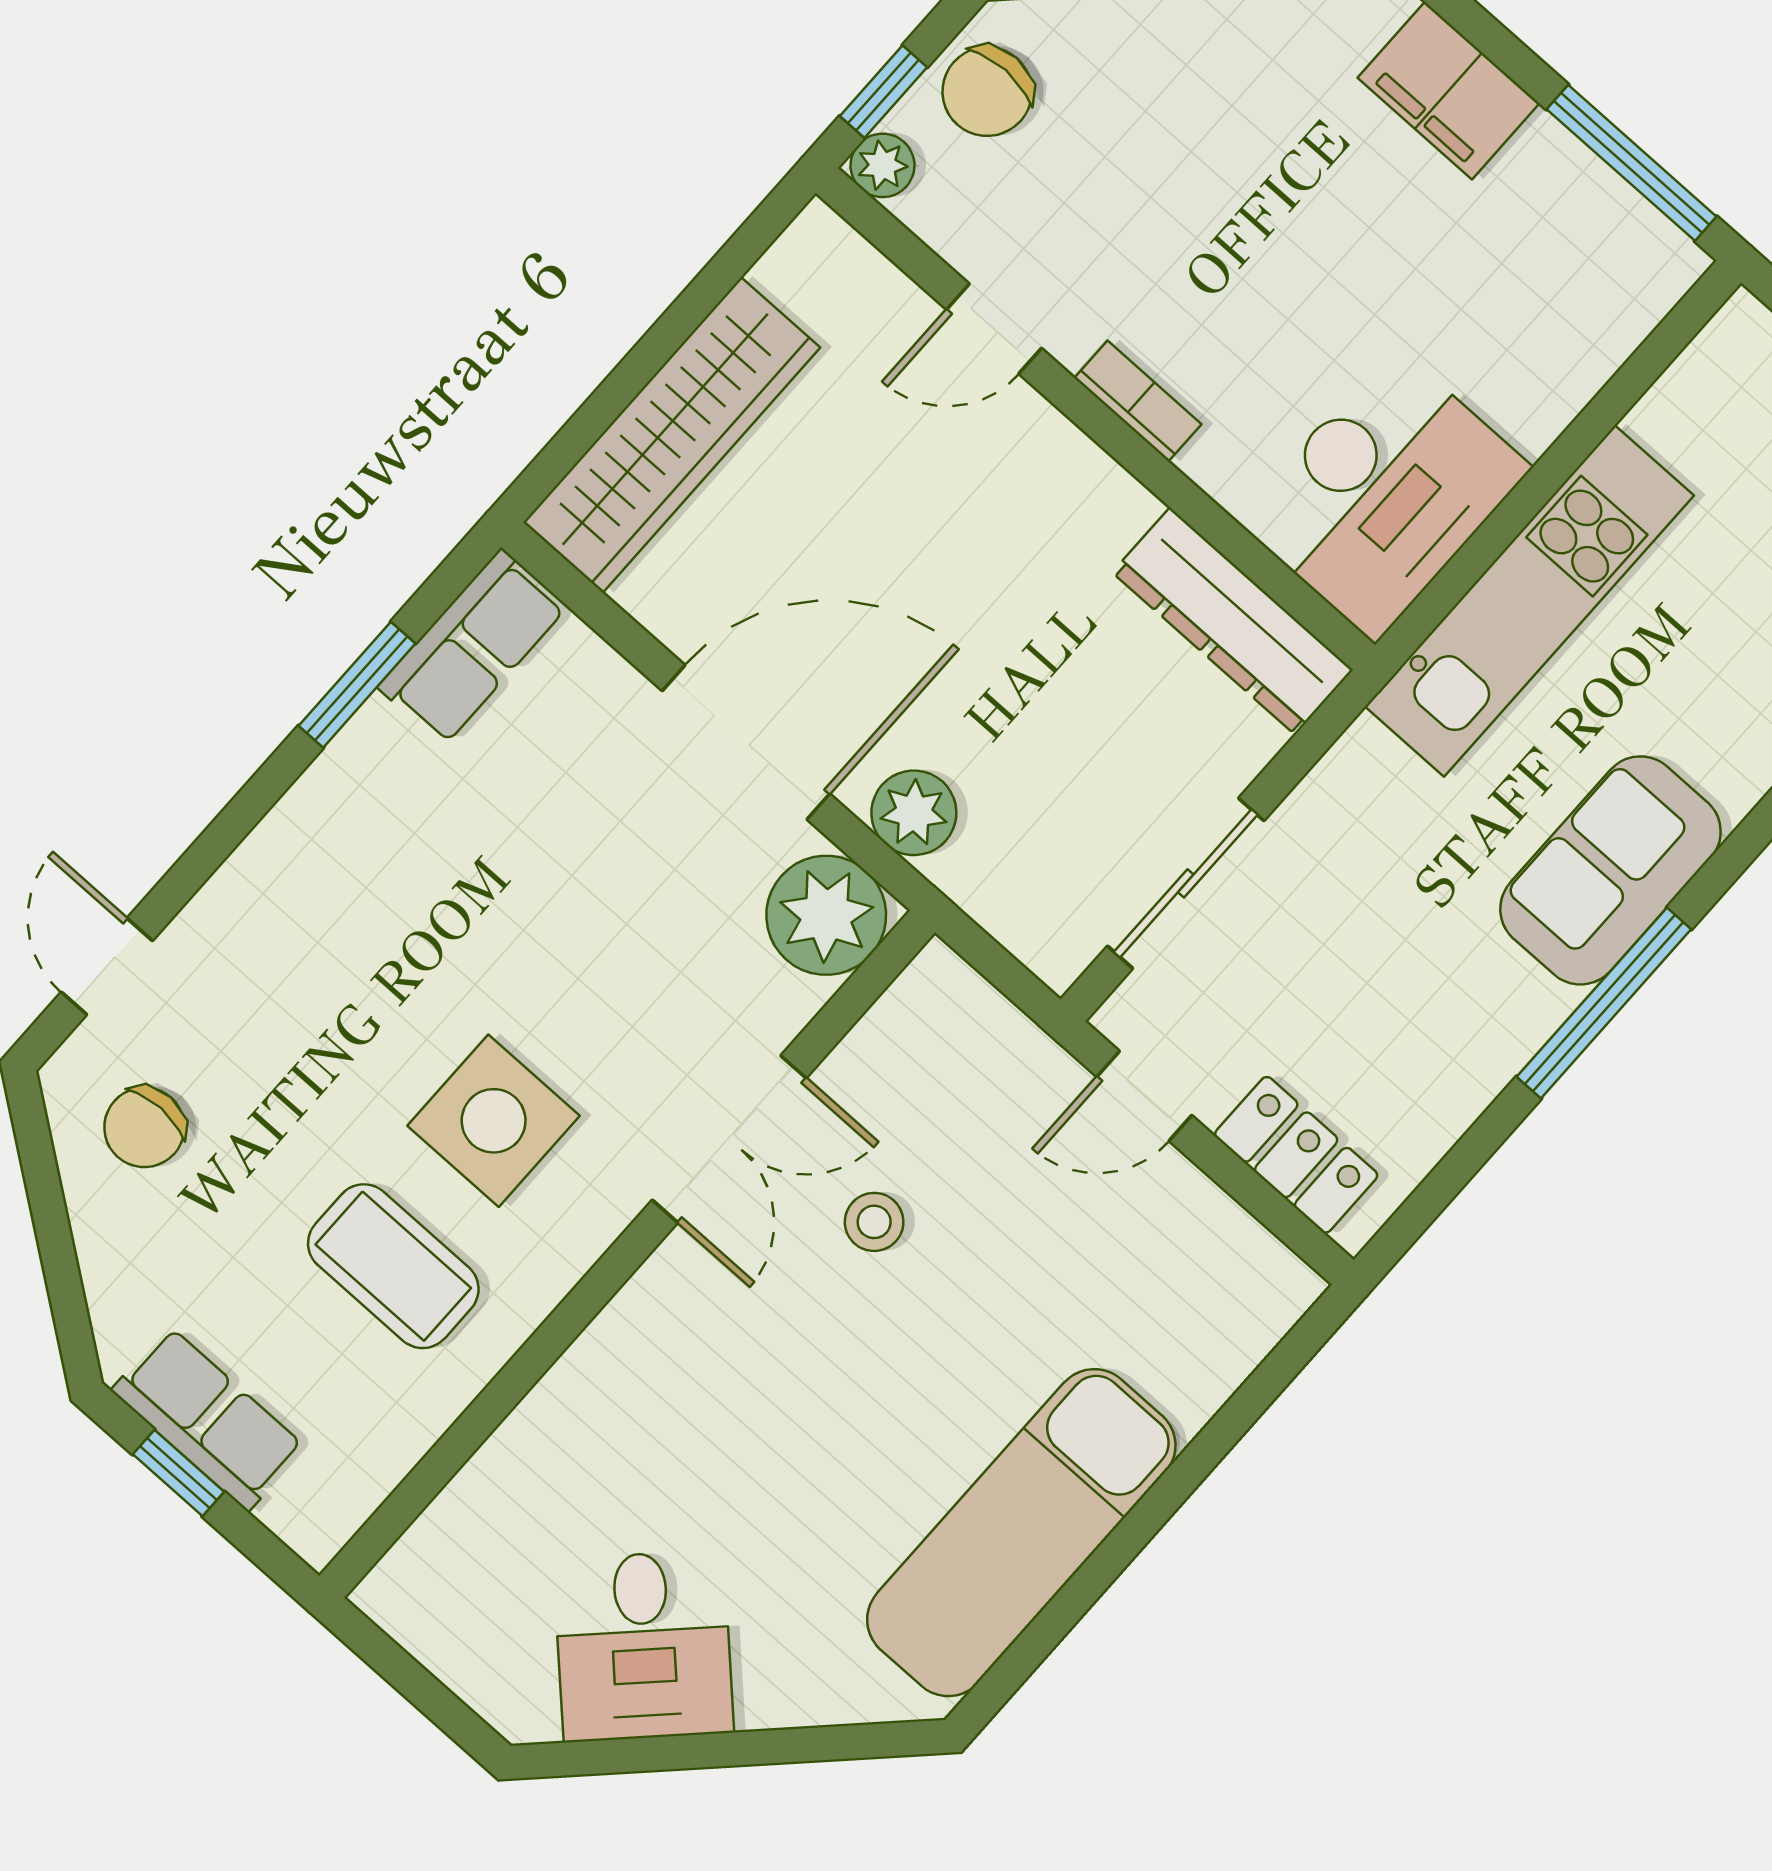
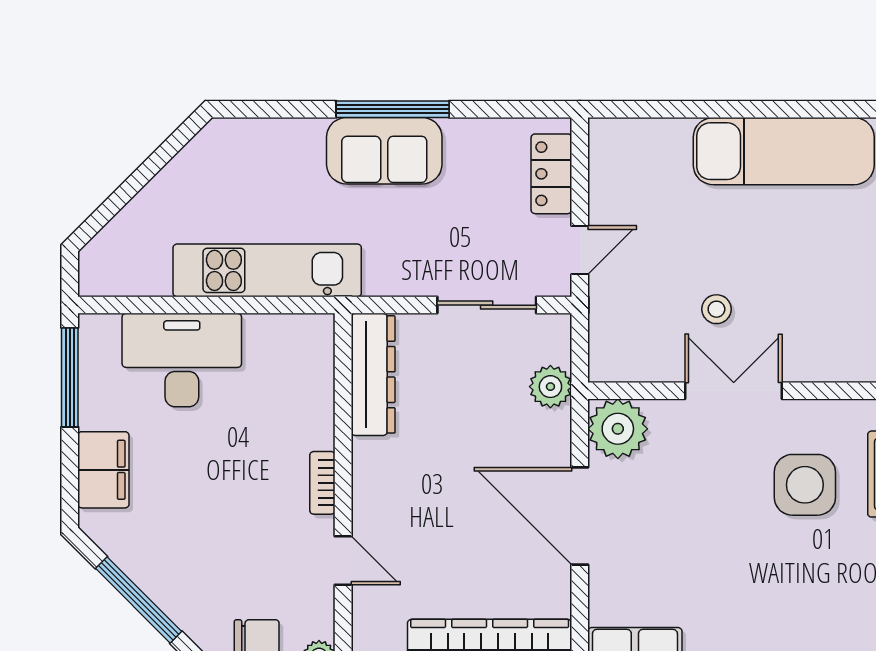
desk: (1384, 494) -> (182, 360), moved
plant: (914, 813) -> (550, 387), moved
sofa: (1610, 870) -> (384, 151), moved
door: (1144, 1096) -> (580, 250), hinge flipped

